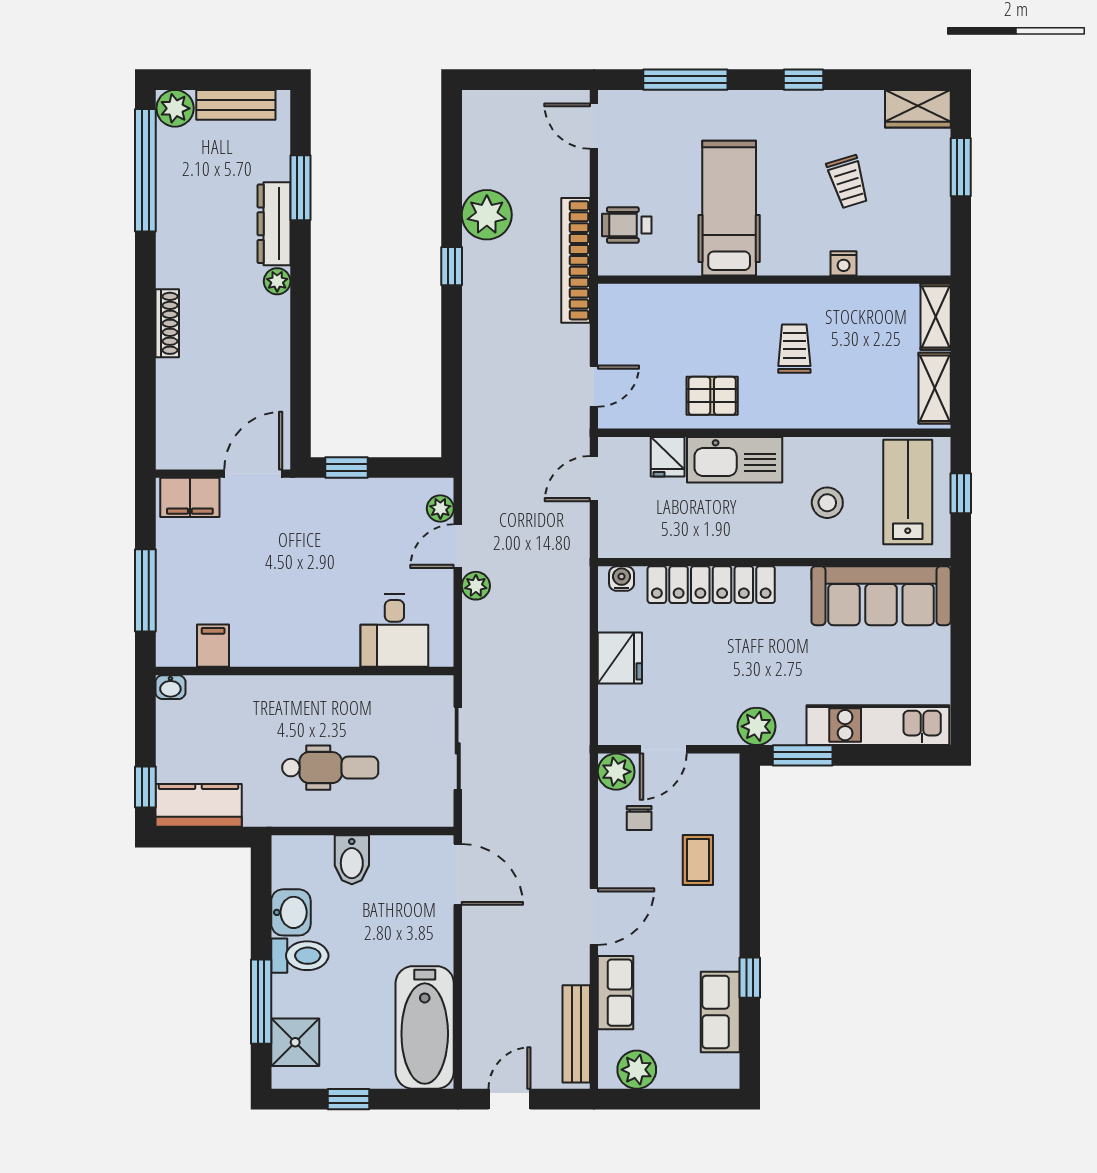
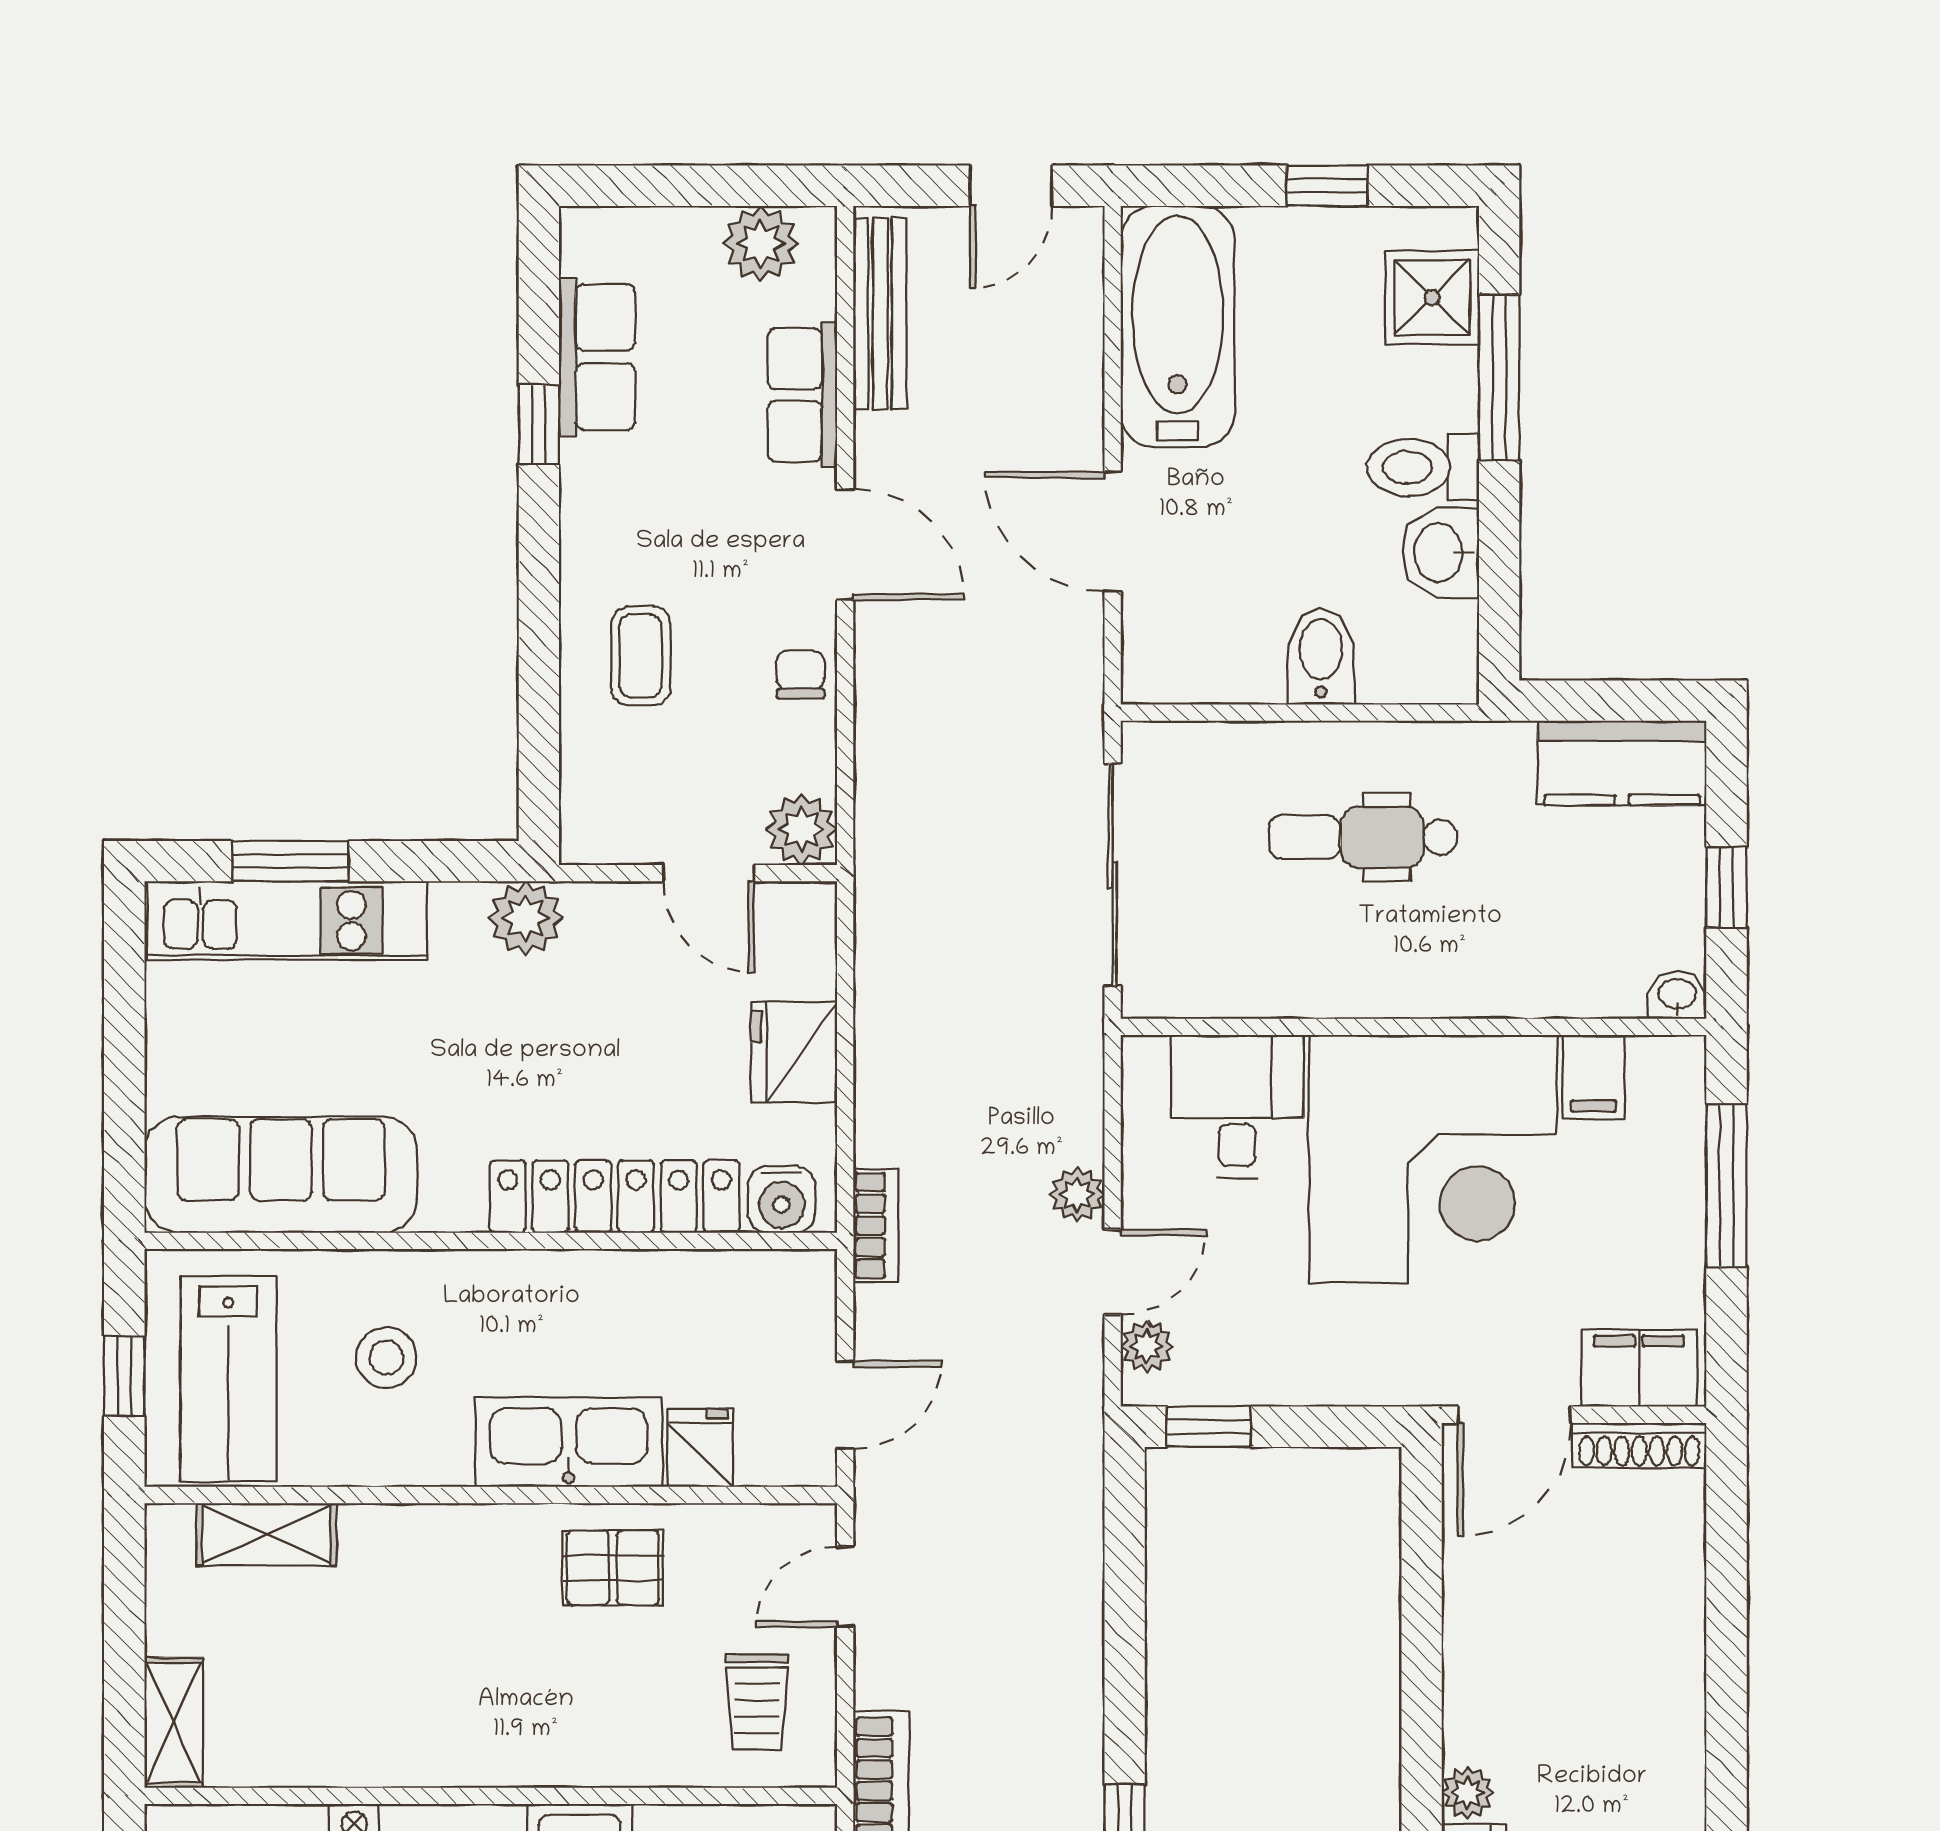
shoe rack: (167, 323) -> (1639, 1446), moved, turned -90
trolley: (794, 349) -> (757, 1702), moved
shelving: (935, 388) -> (266, 1534), moved, turned 90
window: (347, 468) -> (1209, 1427), moved
bookcase: (578, 570) -> (876, 1225), added
water cooler: (622, 579) -> (782, 1199), width x1.38, depth x1.38
corner desk: (295, 604) -> (1433, 1159), added
sliding door: (458, 748) -> (1113, 875), width x1.37
door: (663, 749) -> (709, 873), swing flipped
window: (803, 755) -> (290, 861), moved
window: (145, 787) -> (1726, 887), moved
chair: (639, 818) -> (800, 674), moved
door: (458, 874) -> (1113, 532), moved
door: (594, 917) -> (845, 544), swing flipped

